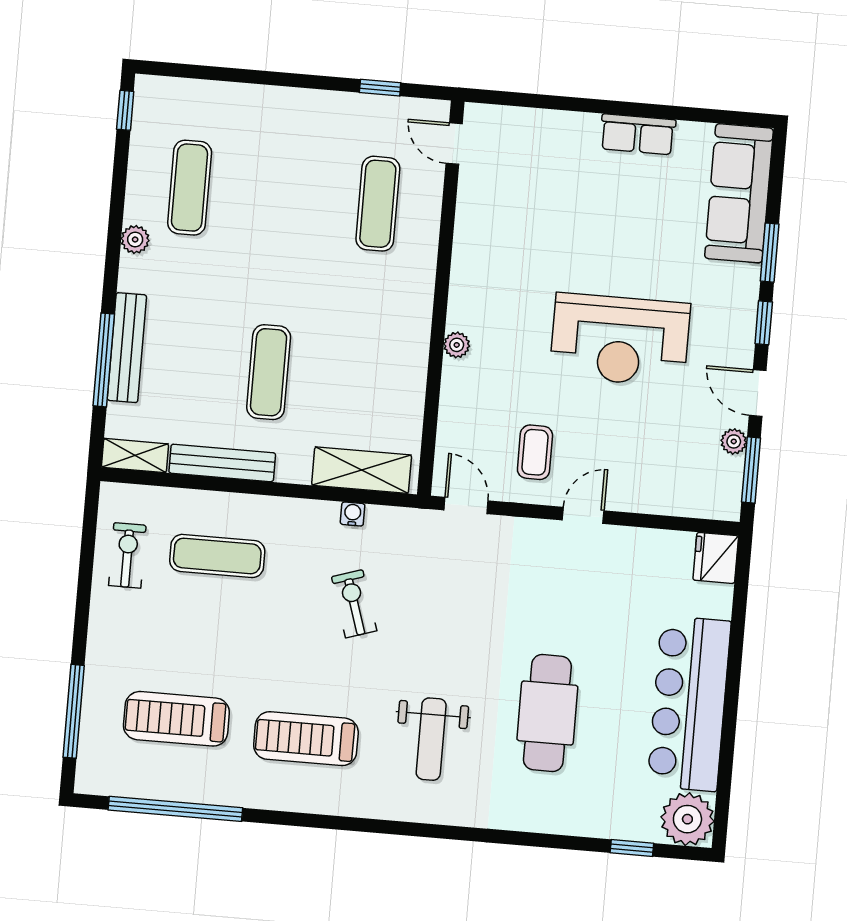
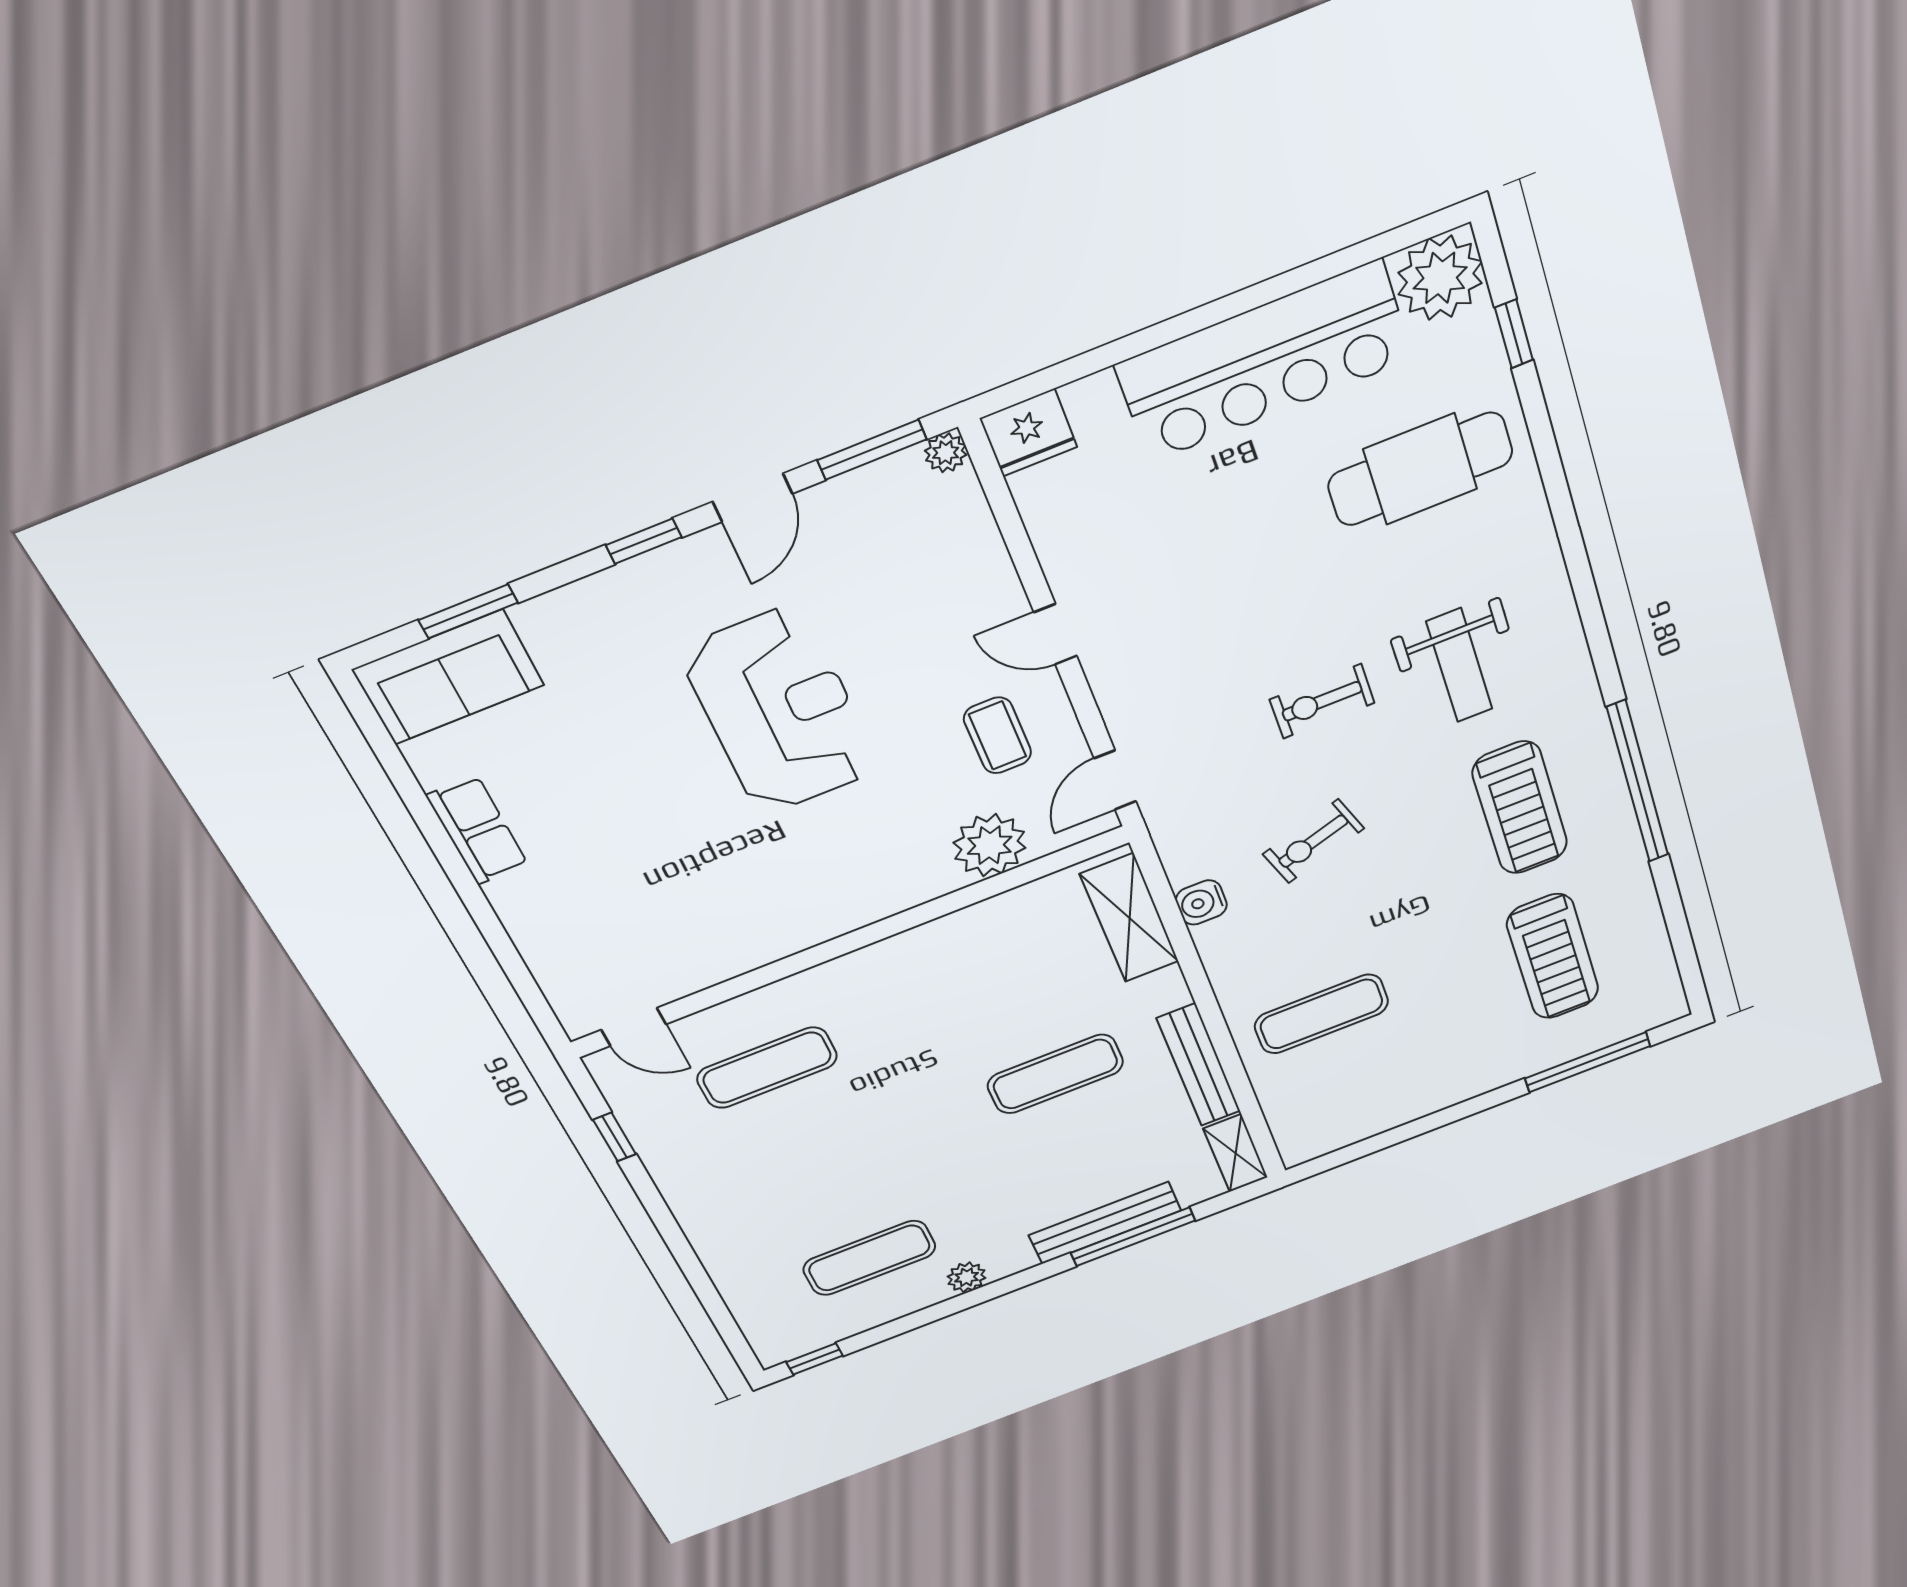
door: (454, 144) -> (634, 1027), hinge flipped
sofa: (739, 193) -> (448, 677), width x0.73
window: (770, 253) -> (468, 611), moved
plant: (457, 345) -> (990, 845), moved, width x1.87, depth x1.87
plant: (734, 441) -> (946, 453), moved
coffee table: (535, 452) -> (998, 735), turned 90
water cooler: (353, 514) -> (1201, 902), width x1.38, depth x1.38
exercise bike: (127, 555) -> (1322, 701), moved
exercise mat: (217, 556) -> (1321, 1014), turned 90
cafe table: (547, 713) -> (1420, 469), moved
weight bench: (431, 739) -> (1459, 665), turned 90
window: (175, 809) -> (1638, 782), moved

